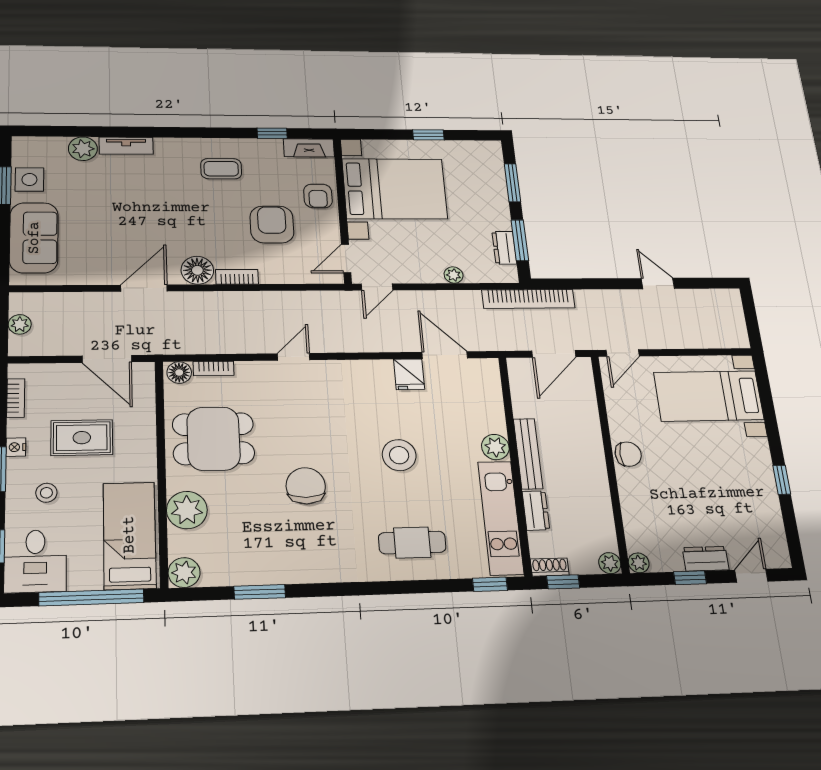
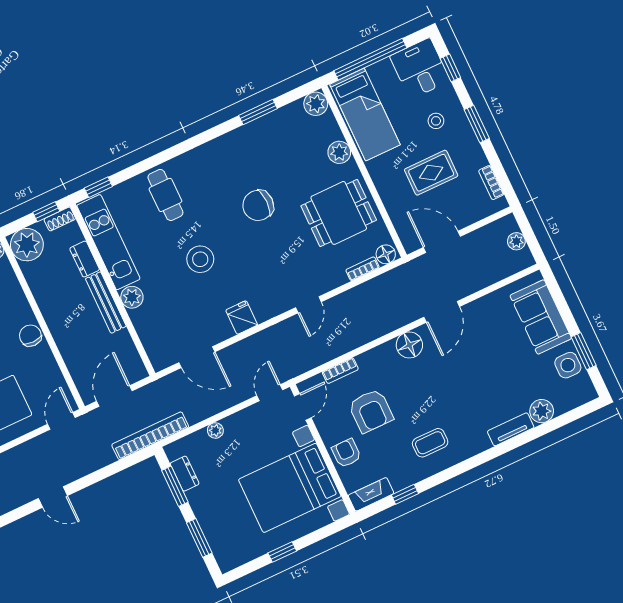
bookcase: (237, 277) -> (340, 371), moved
fridge: (409, 374) -> (242, 317), moved
nightstand: (16, 447) -> (473, 145), removed
chair: (628, 454) -> (30, 336), turned 90
chair: (306, 486) -> (258, 205), turned 90
plant: (187, 510) -> (339, 152), width x0.73, depth x0.73
cafe table: (412, 543) -> (165, 195), turned 90
plant: (610, 563) -> (27, 245), width x1.88, depth x1.88

